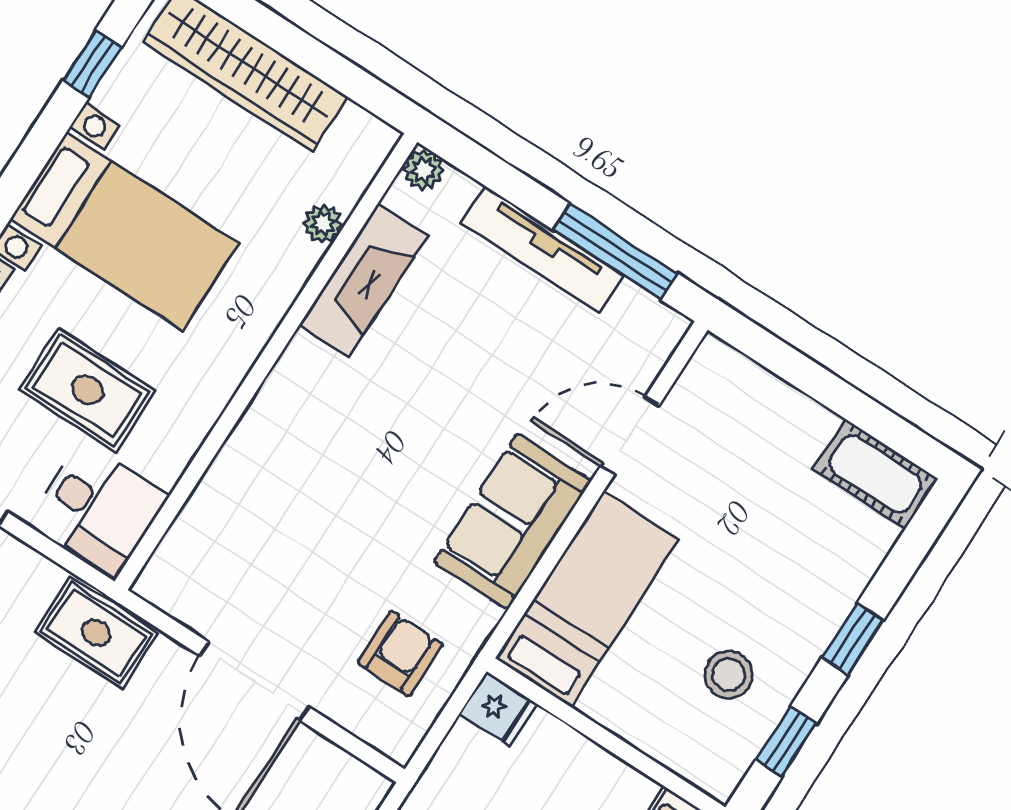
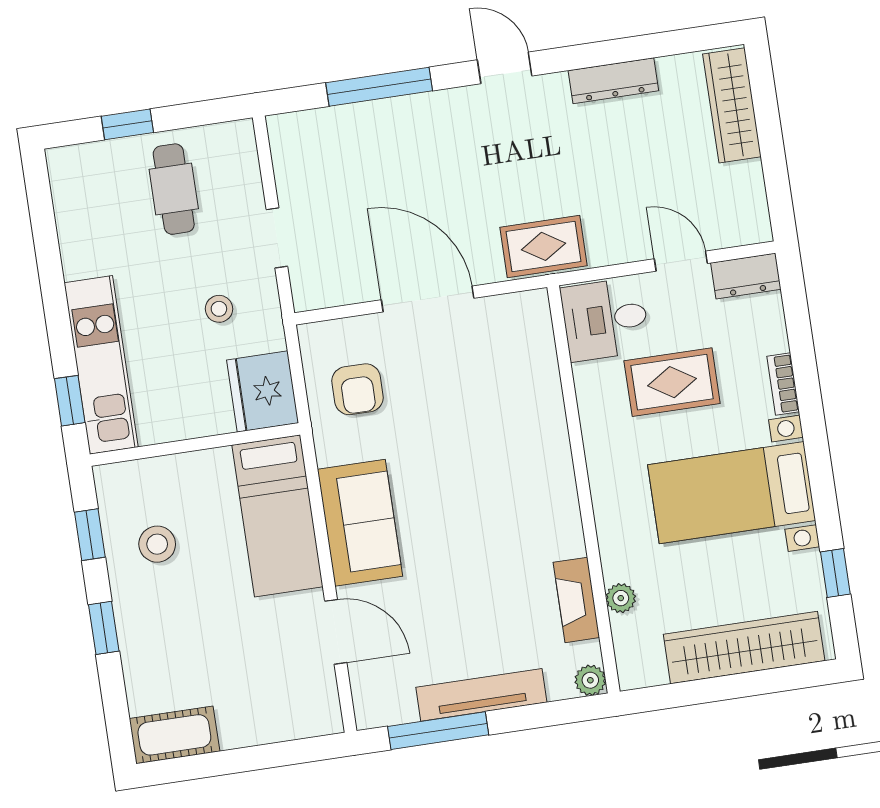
fireplace: (363, 280) -> (576, 600), width x0.73, depth x0.76
door: (630, 436) -> (336, 632), hinge flipped
fridge: (498, 709) -> (263, 392), width x1.88, depth x1.34

